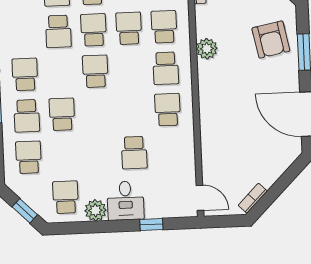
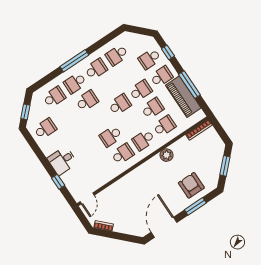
school desk: (58, 31) -> (117, 55), moved
armchair: (271, 40) -> (191, 185), turned 101
school desk: (134, 153) -> (111, 136), moved
plant: (95, 210) -> (48, 148), removed

